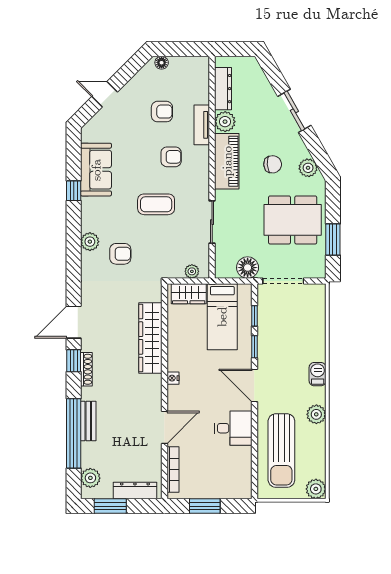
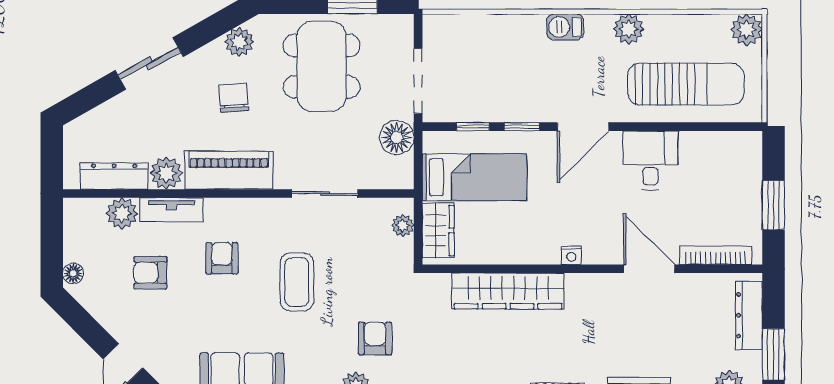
plant: (199, 94) -> (122, 213), added
armchair: (162, 112) -> (150, 273), turned -90

